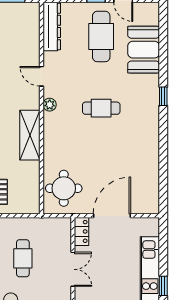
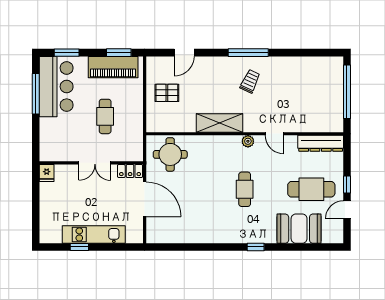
door: (41, 76) -> (274, 134), swing flipped
cafe table: (23, 258) -> (105, 116), turned 90

